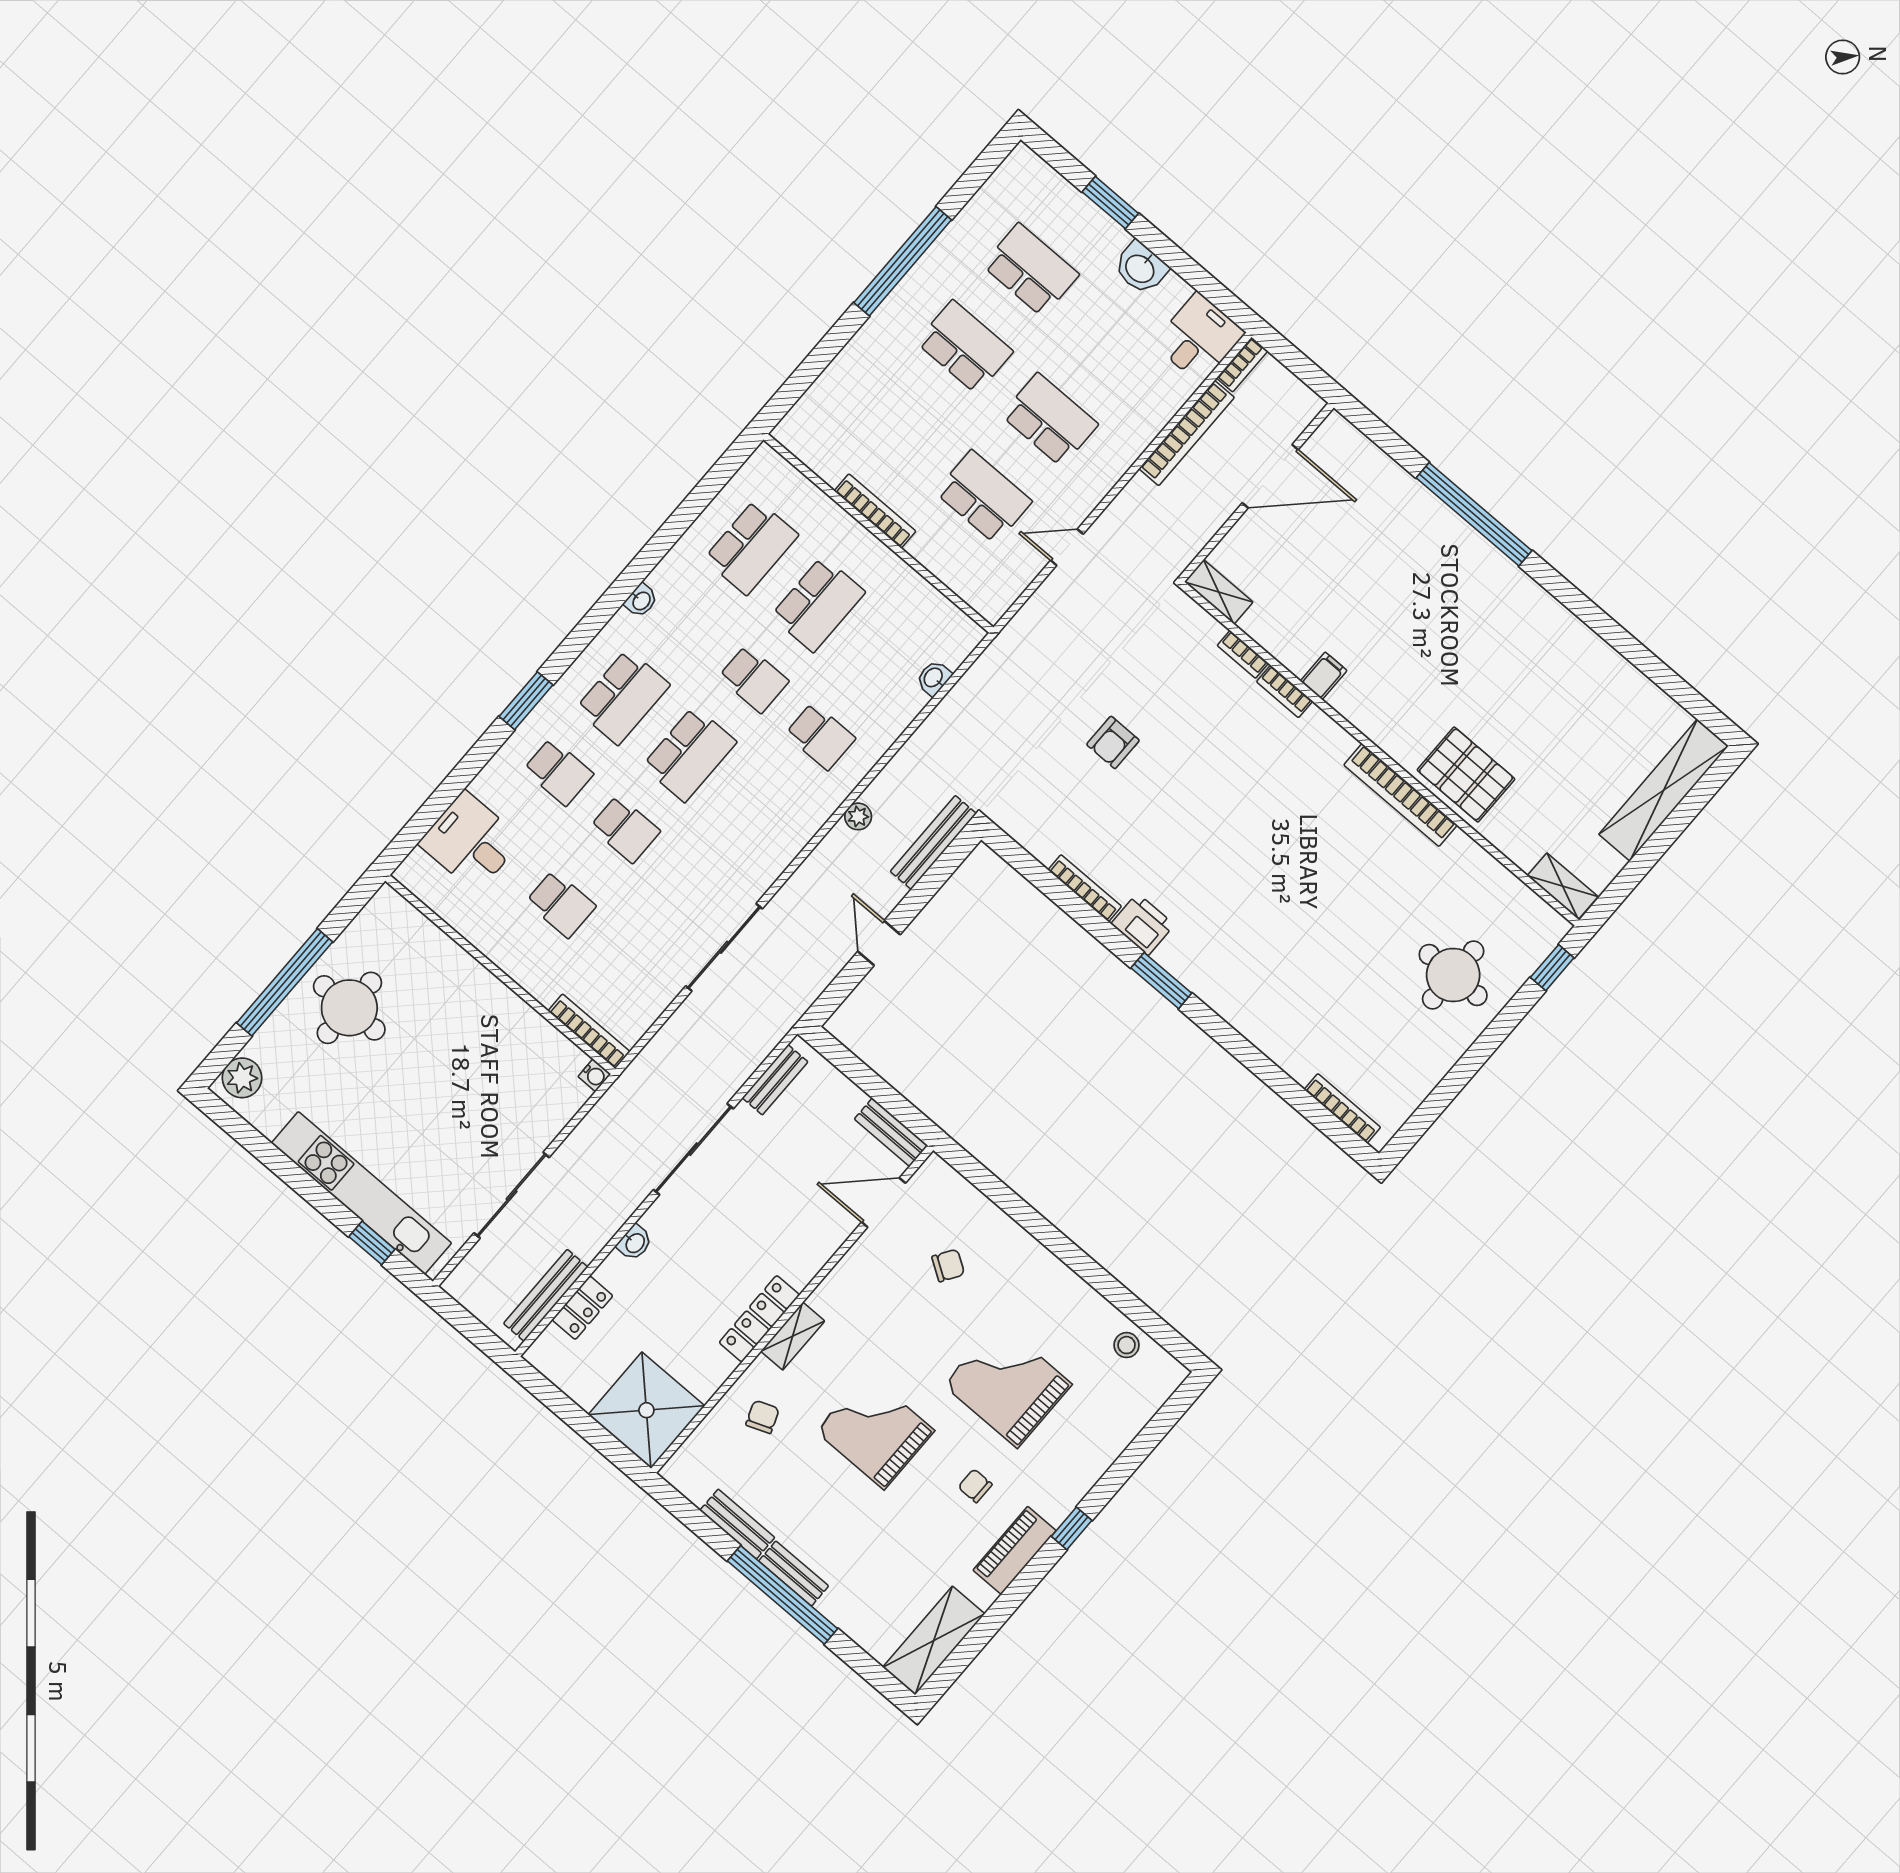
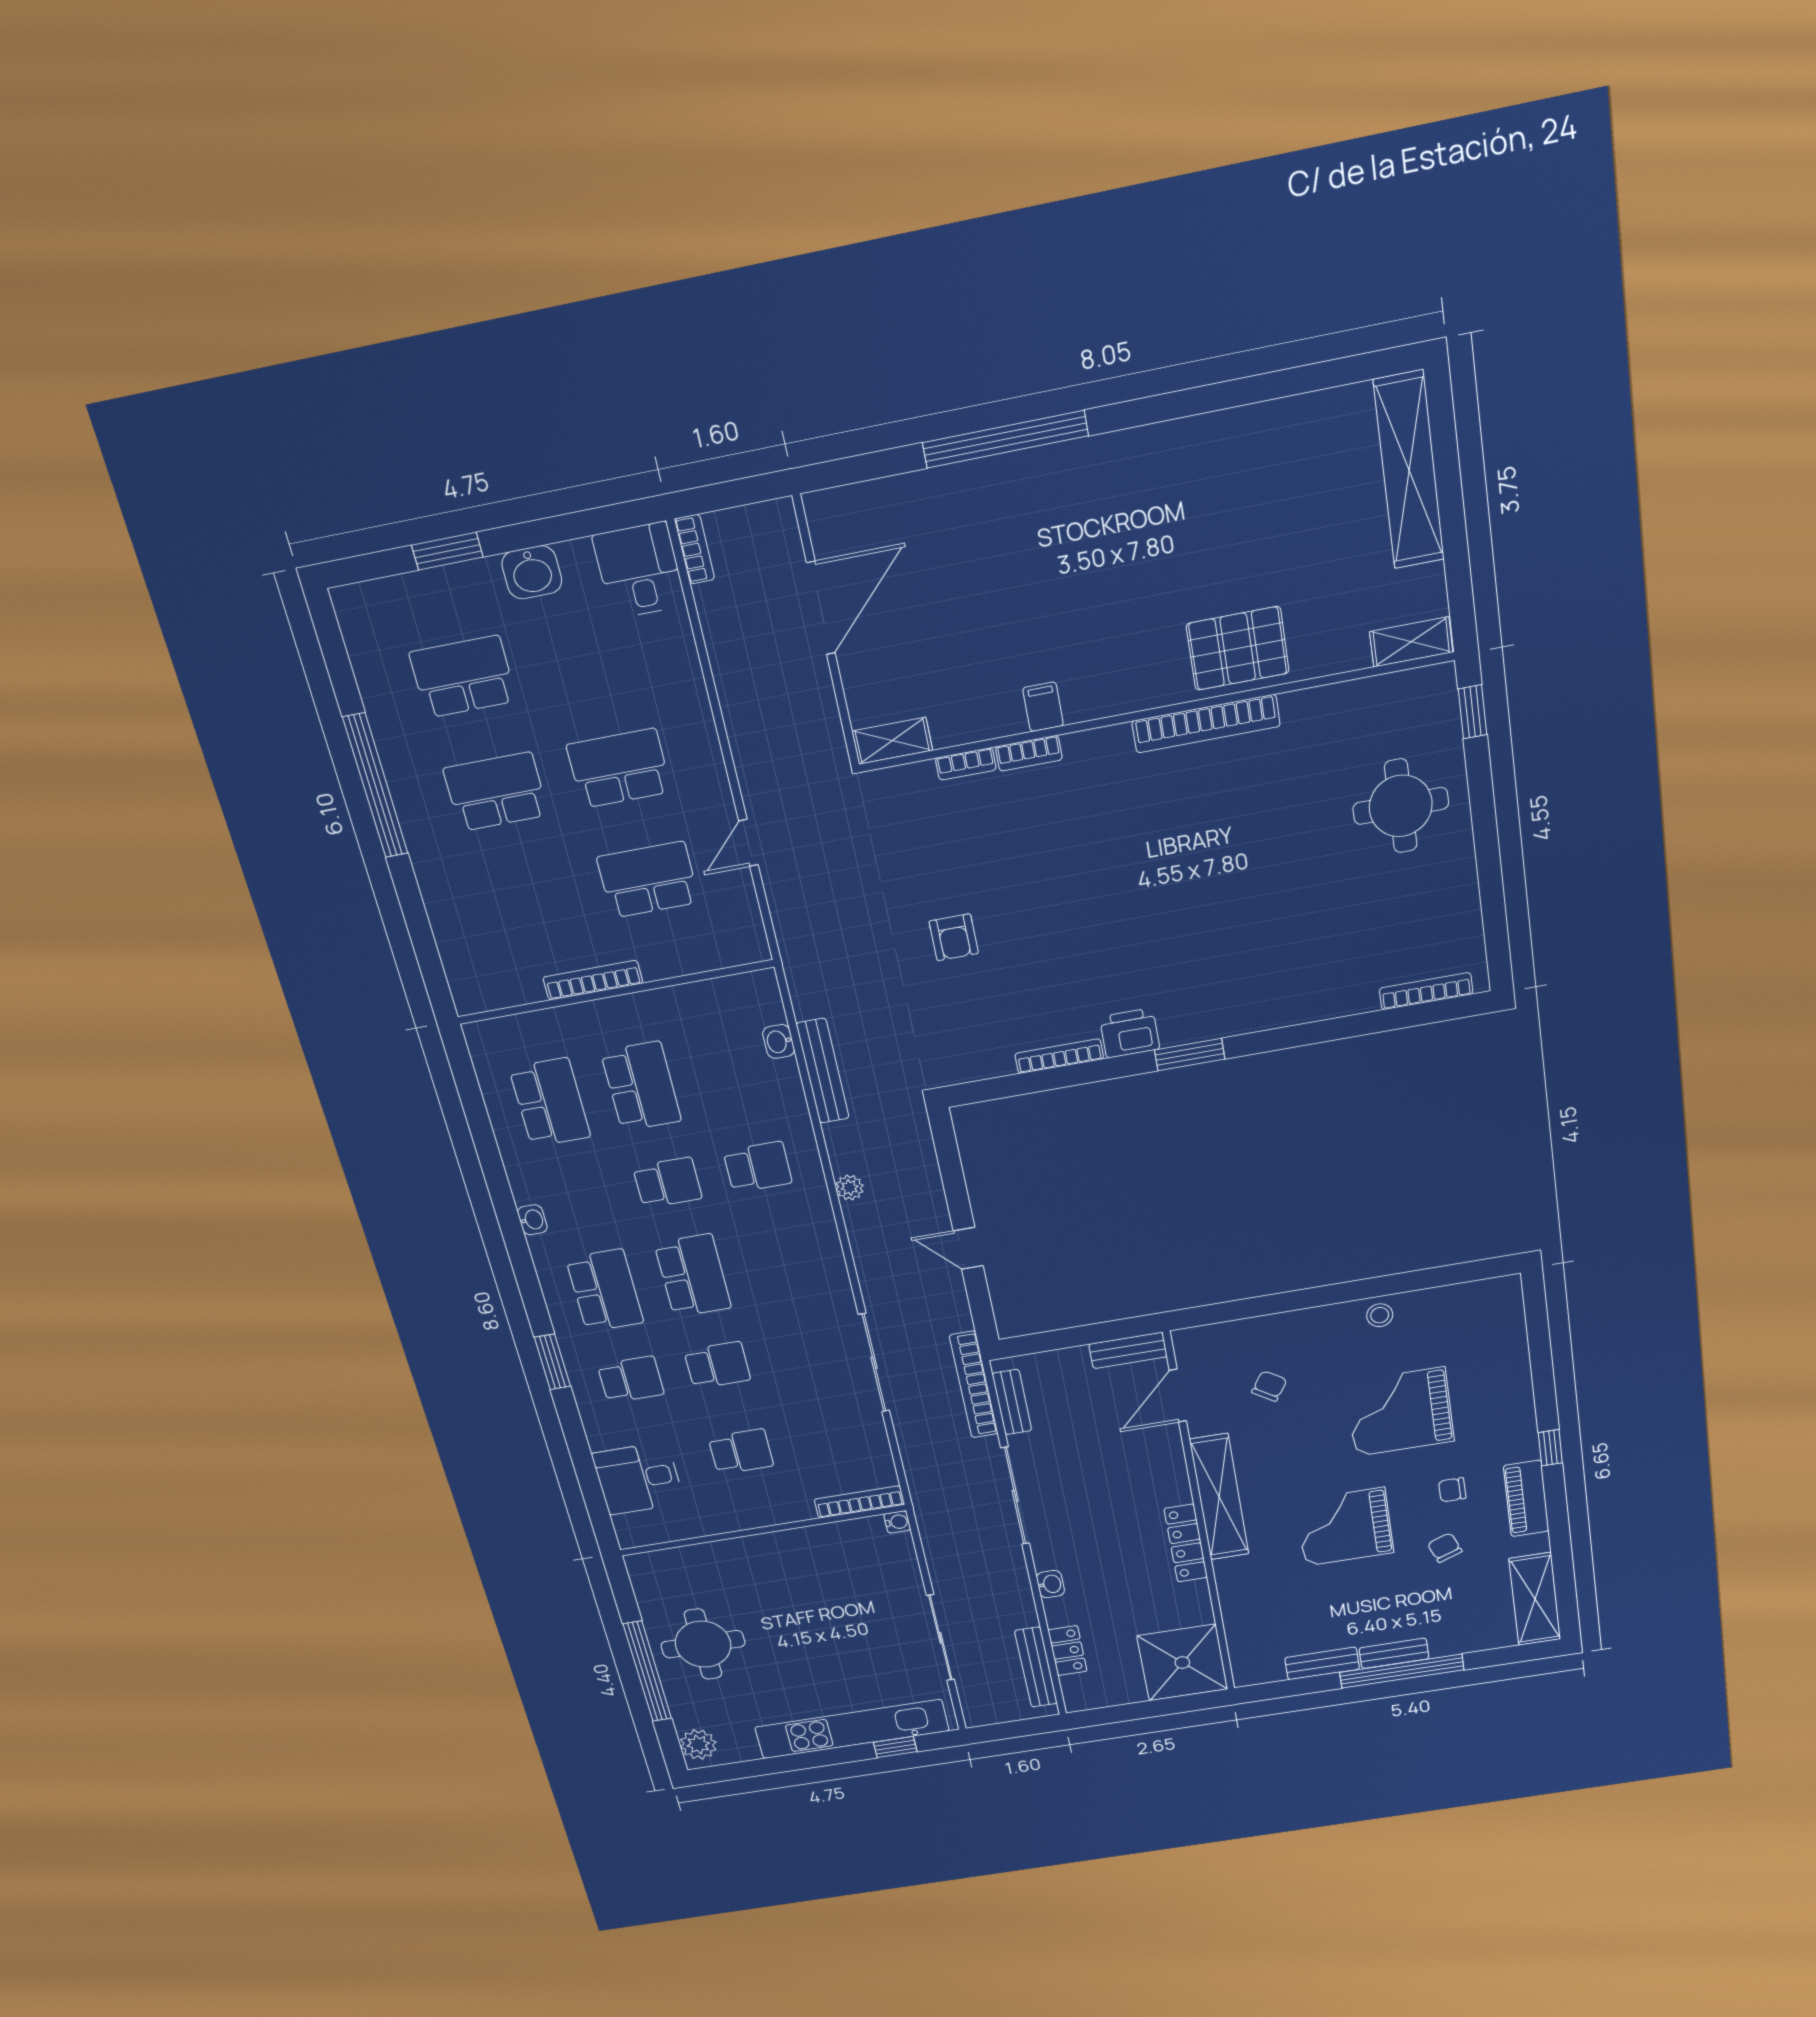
bookcase: (1187, 433) -> (974, 1385), moved, turned 180
bench: (933, 842) -> (823, 1071), moved
shelving: (793, 1336) -> (1219, 1497), width x2.20, depth x1.33
stool: (1127, 1345) -> (1380, 1315), moved
chair: (763, 1417) -> (1445, 1548), moved

